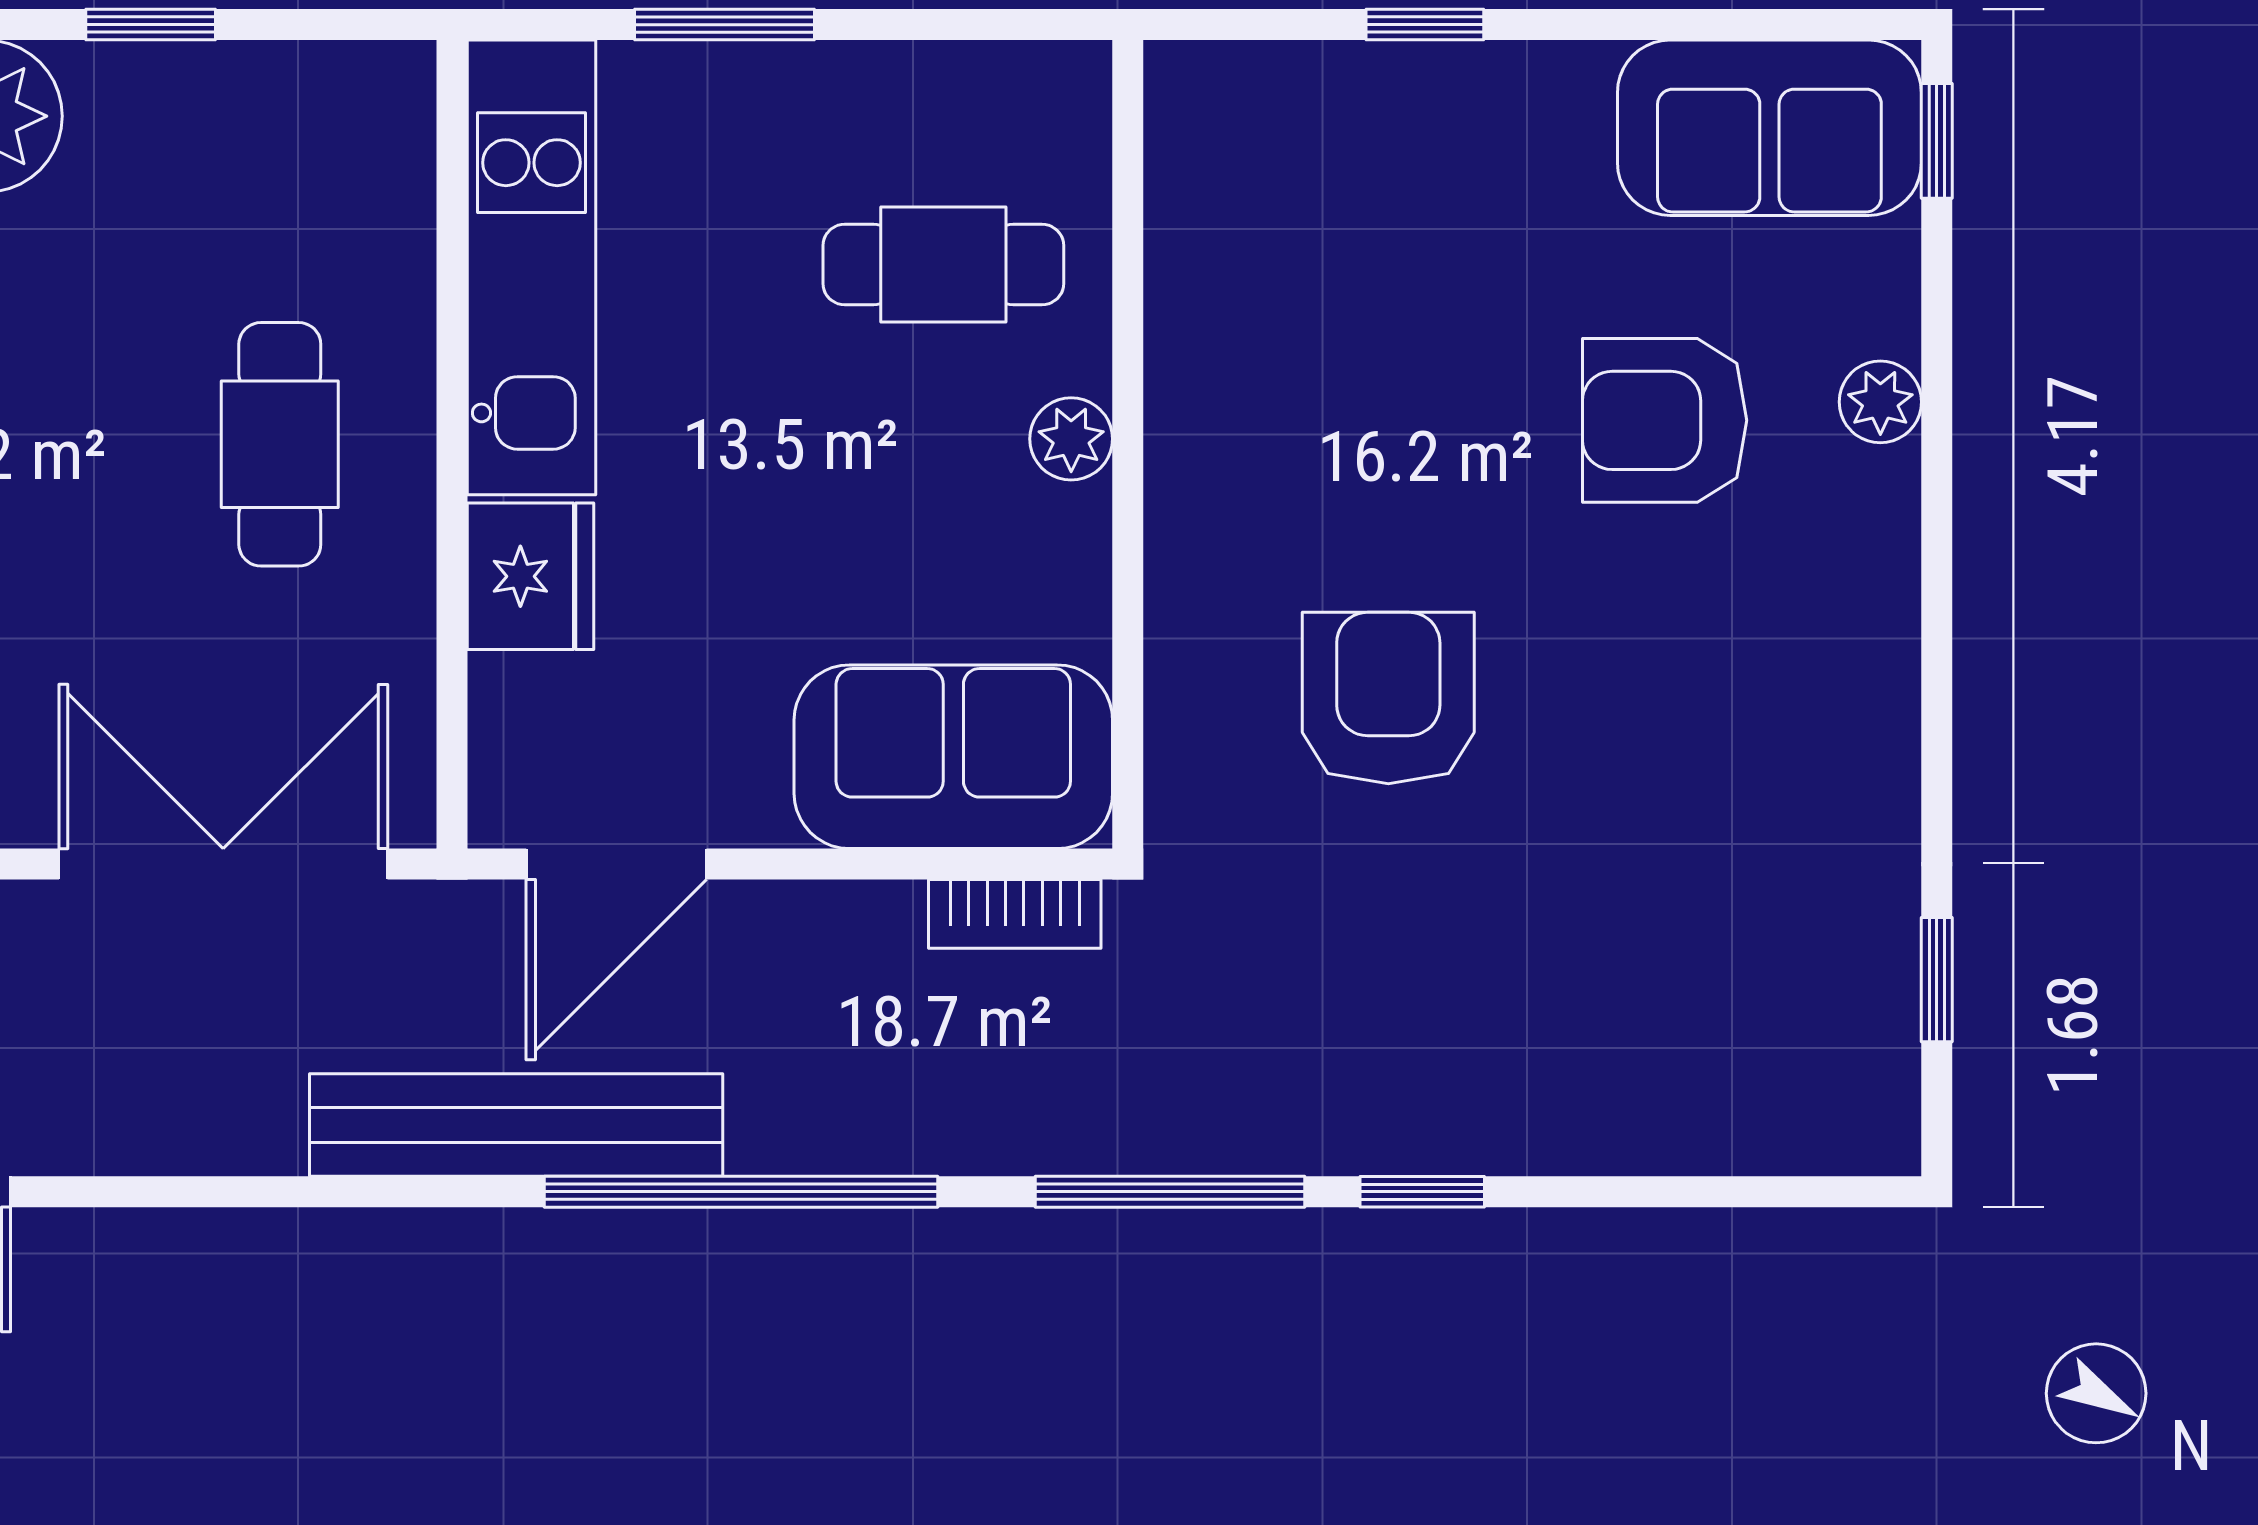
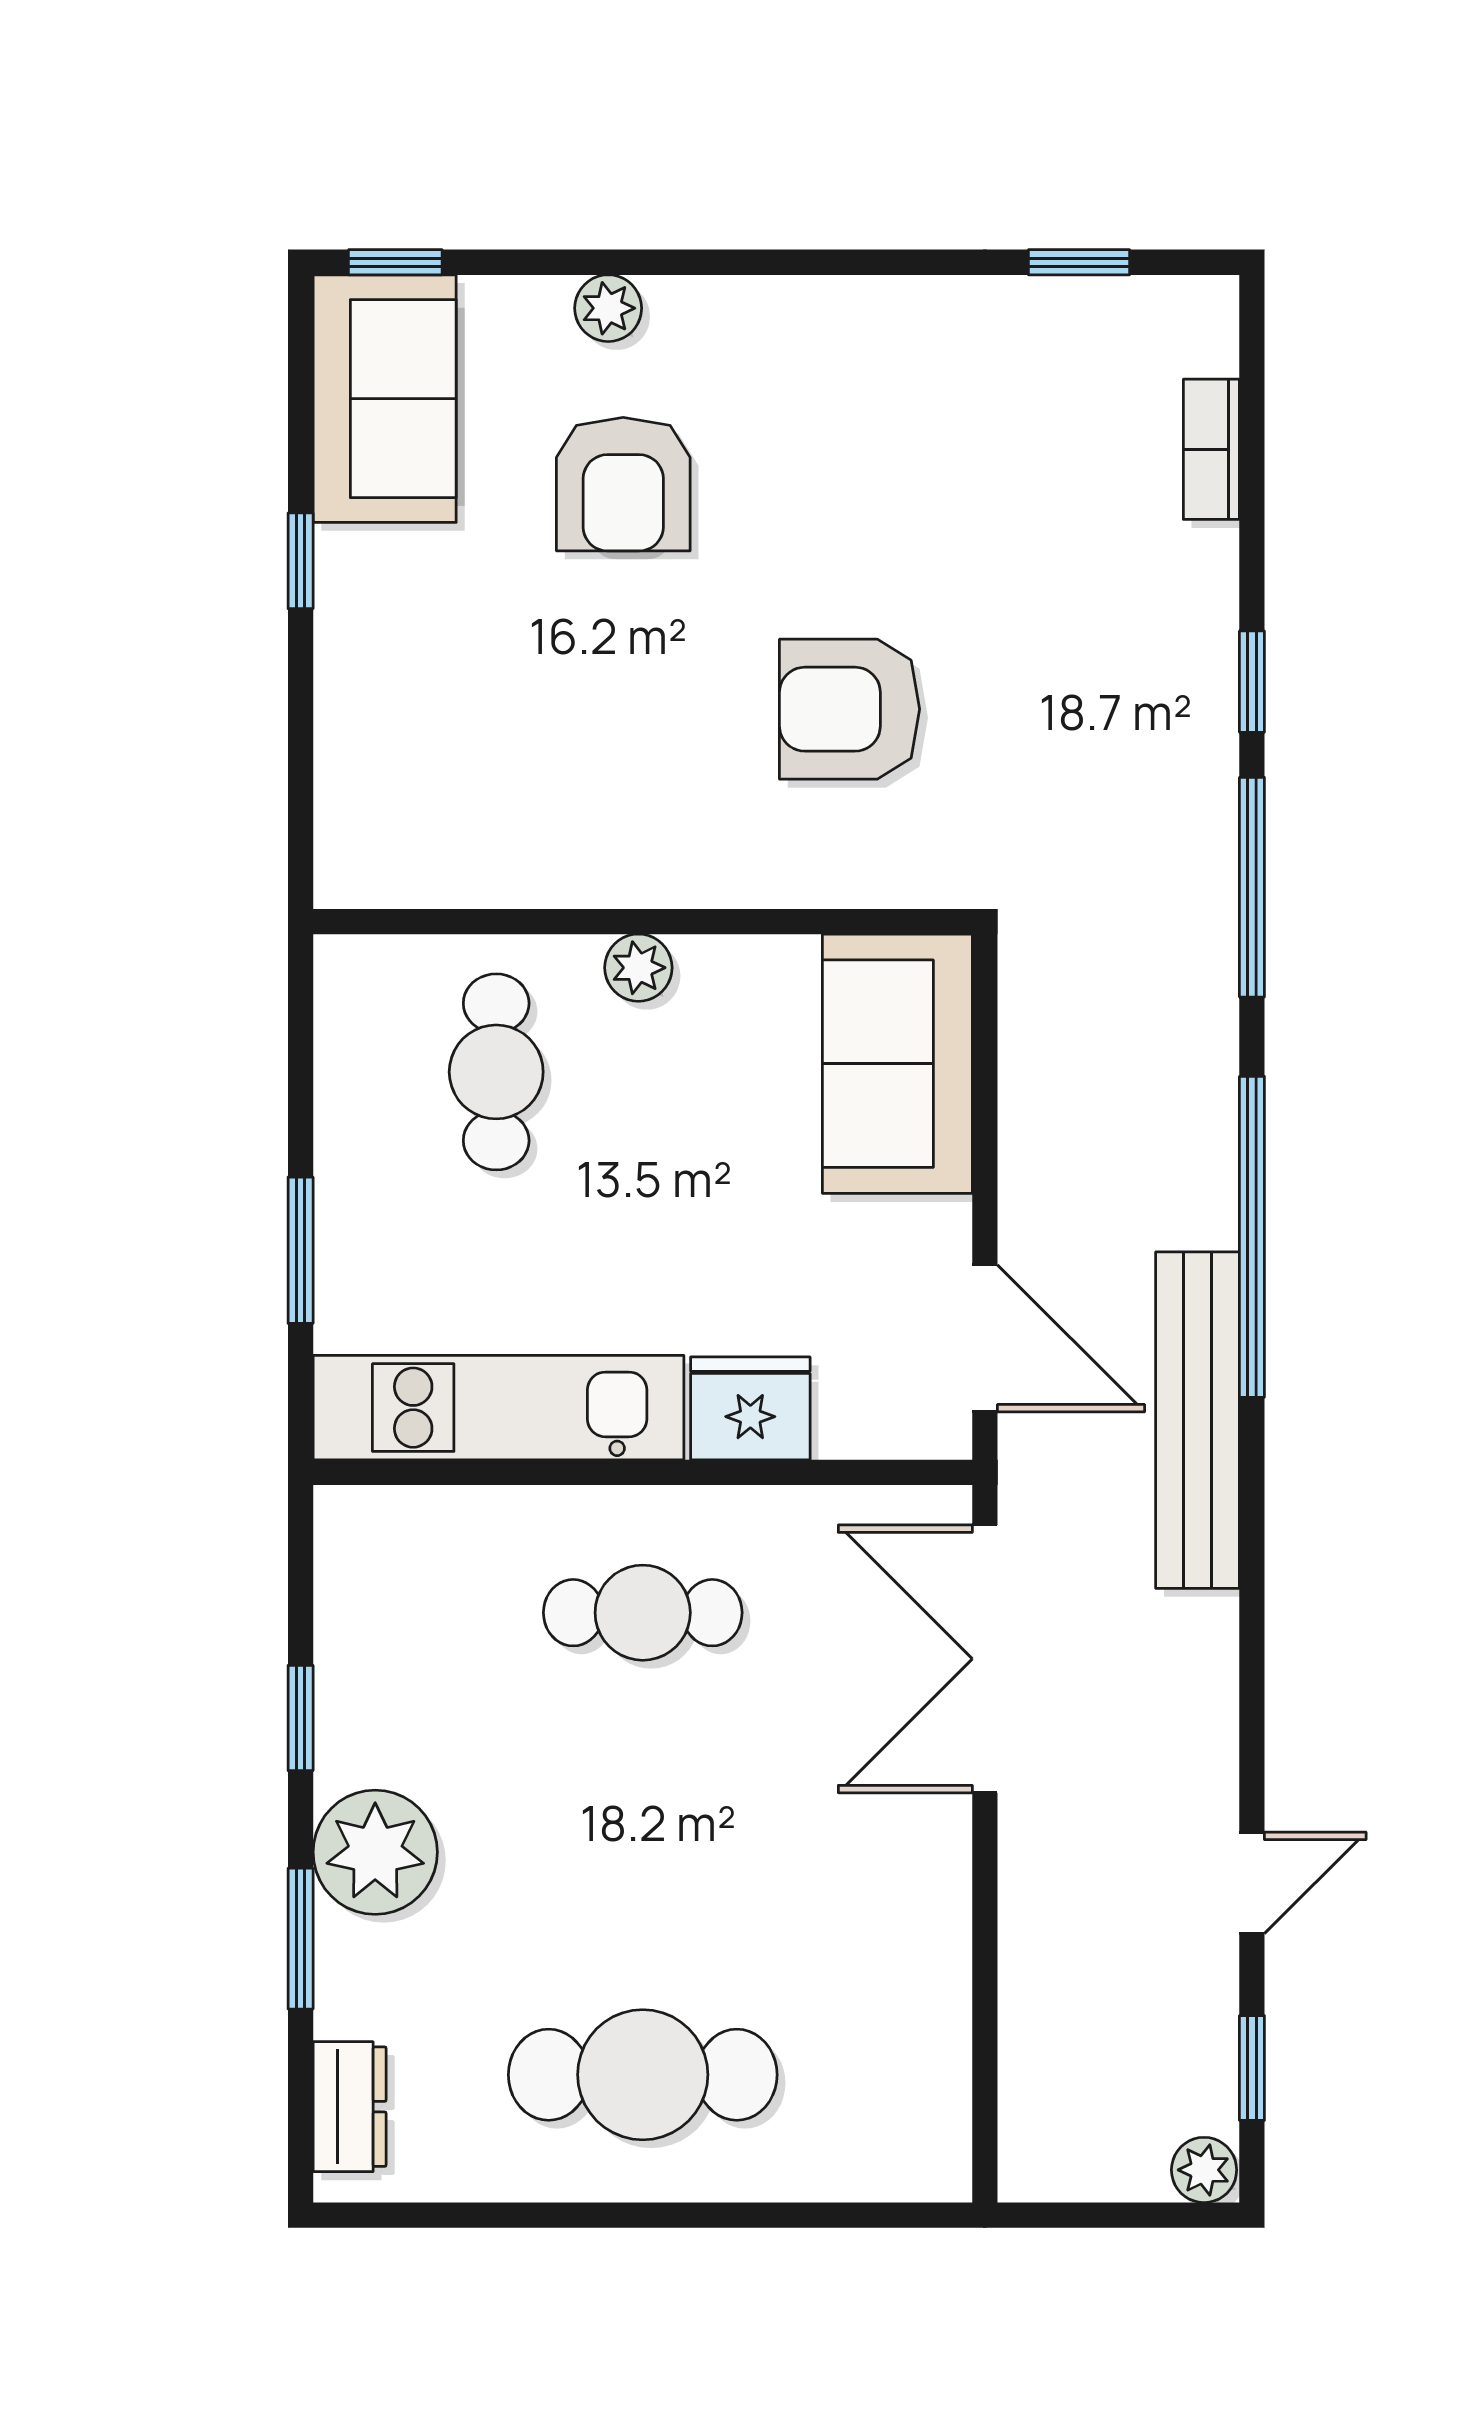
window: (1425, 25) -> (301, 561), moved
bookcase: (1015, 914) -> (1211, 449), moved, turned 180

